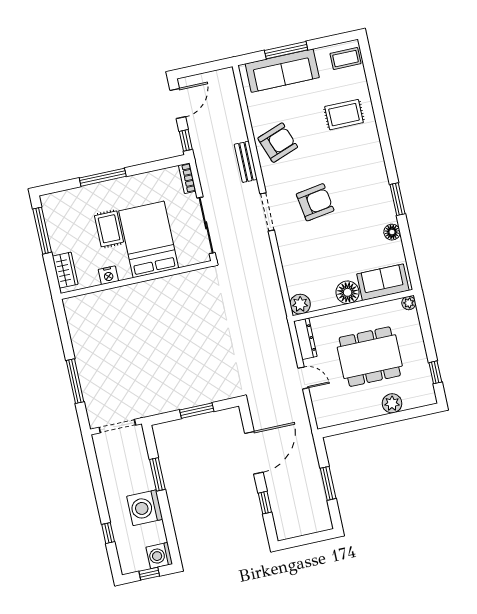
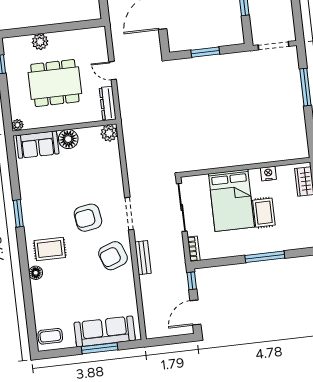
rug: (344, 115) -> (50, 249), moved
armchair: (278, 143) -> (113, 256), moved
floor lamp: (392, 232) -> (36, 273), moved

